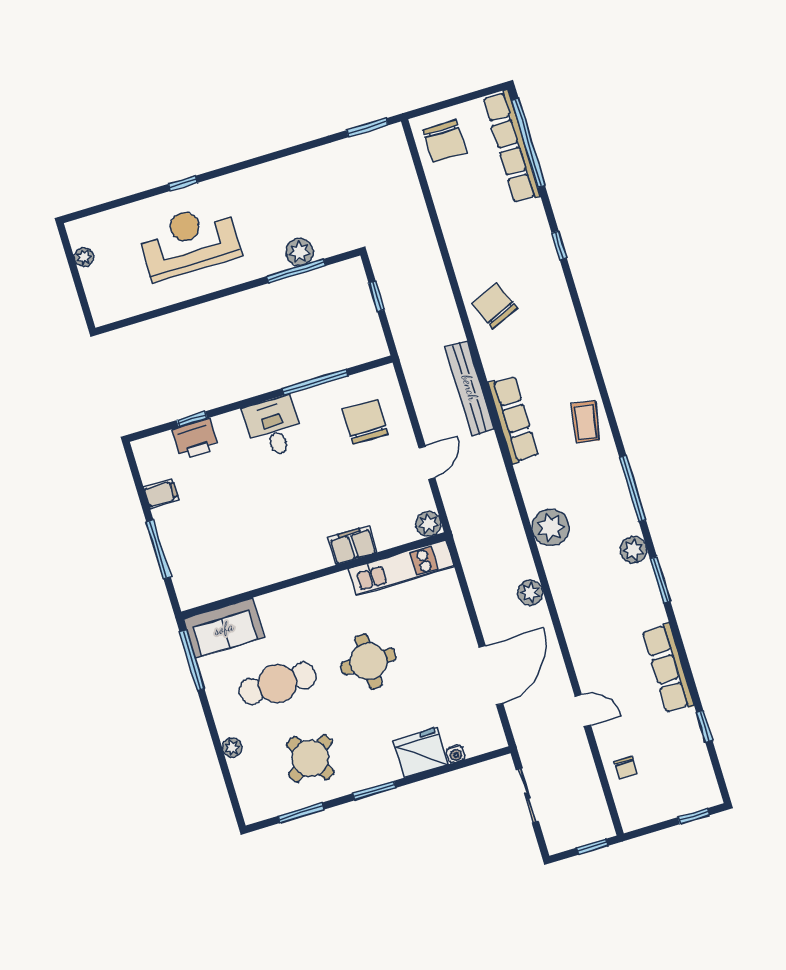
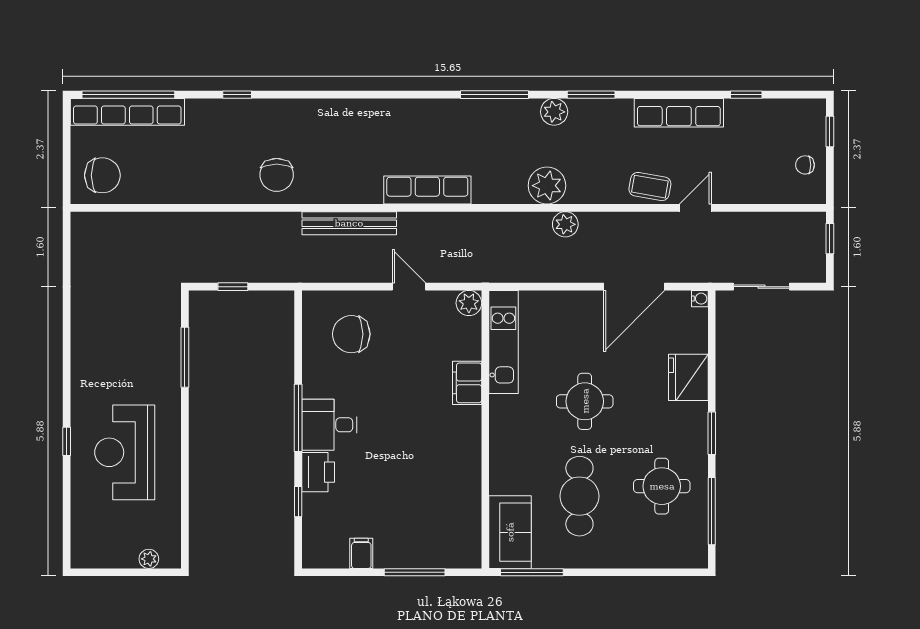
window: (367, 128) -> (67, 246), removed
plant: (300, 252) -> (167, 348), removed
plant: (84, 257) -> (149, 559), moved
chair: (495, 306) -> (277, 175), turned -67
window: (315, 382) -> (298, 418), moved
row of seats: (513, 419) -> (427, 190), moved
coffee table: (586, 422) -> (650, 187), moved
printer: (195, 439) -> (318, 472), moved
plant: (551, 527) -> (547, 186), moved
door: (491, 675) -> (634, 287), swing flipped
plant: (232, 748) -> (628, 559), removed
water cooler: (456, 754) -> (700, 299), moved
round table: (310, 758) -> (662, 486), turned 32
chair: (626, 768) -> (805, 165), moved, turned 180
window: (301, 813) -> (712, 511), width x1.44

